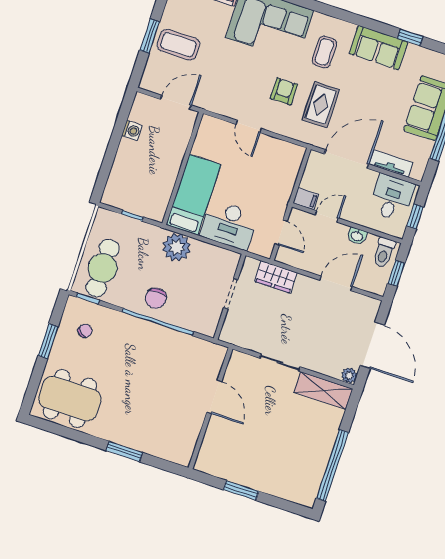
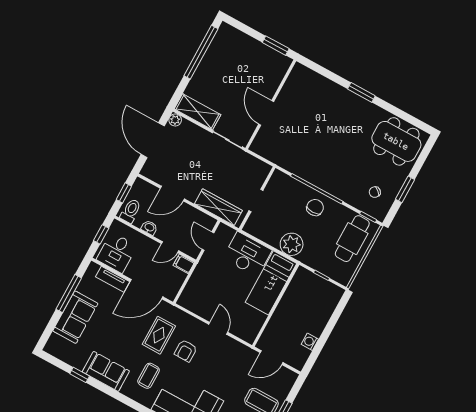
wardrobe: (276, 277) -> (218, 207), width x1.50
door: (214, 397) -> (266, 113), moved
wall: (211, 408) -> (271, 104), moved

